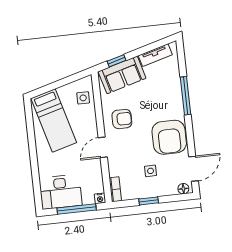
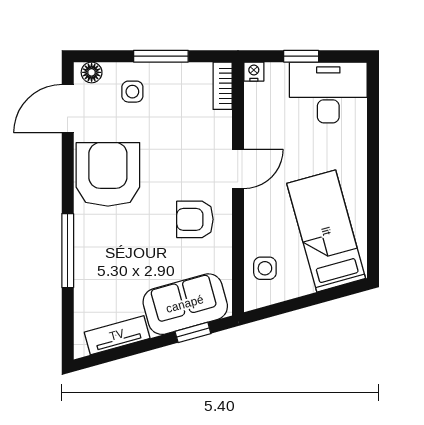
side table: (151, 171) -> (132, 92), moved
window: (149, 201) -> (161, 56), width x1.50
window: (77, 209) -> (301, 56), width x0.46

